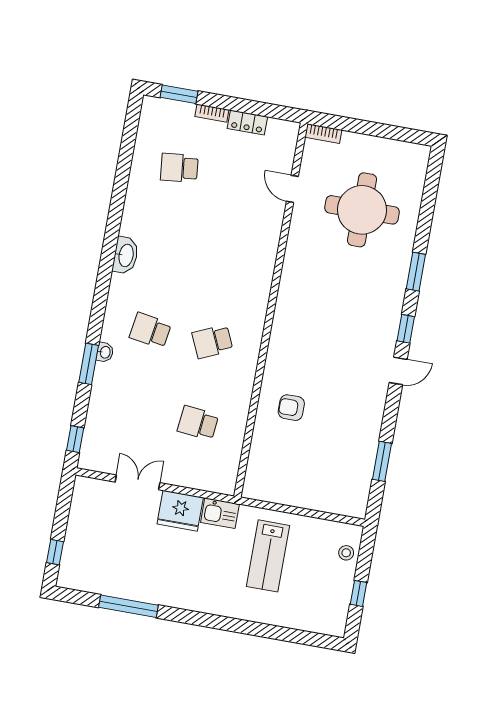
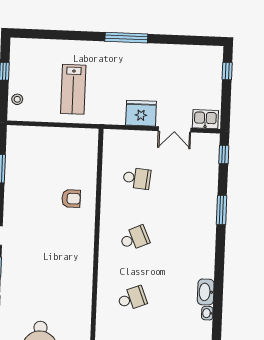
school desk: (150, 331) -> (132, 298), moved, turned -30
washbasin: (105, 352) -> (207, 313), moved
kitchen sink: (220, 513) -> (205, 119), moved
lab bench: (268, 556) -> (73, 89), turned 180
window: (128, 606) -> (126, 38), moved

